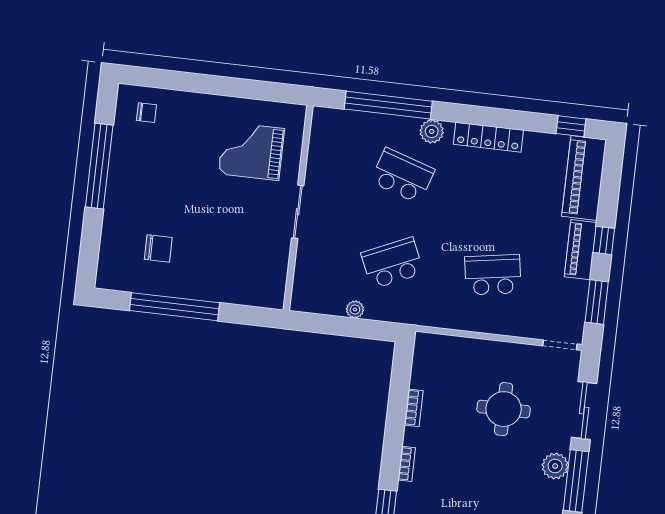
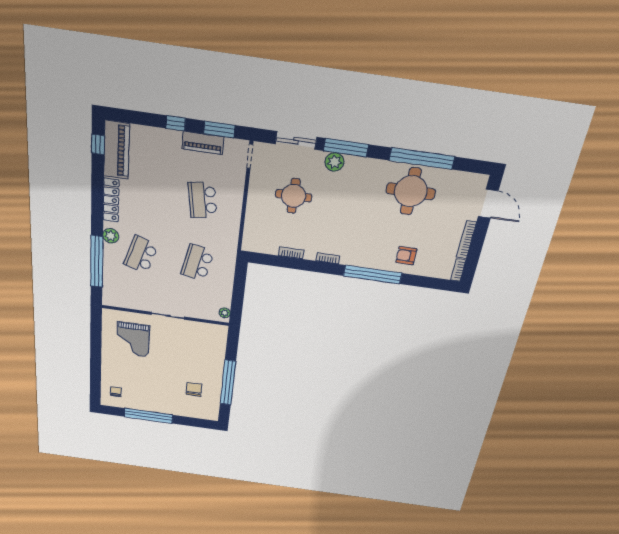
piano: (584, 178) -> (116, 150), moved, turned -90
piano: (581, 250) -> (203, 143), moved
school desk: (392, 263) -> (197, 263), turned 36
plant: (355, 309) -> (225, 313), moved

